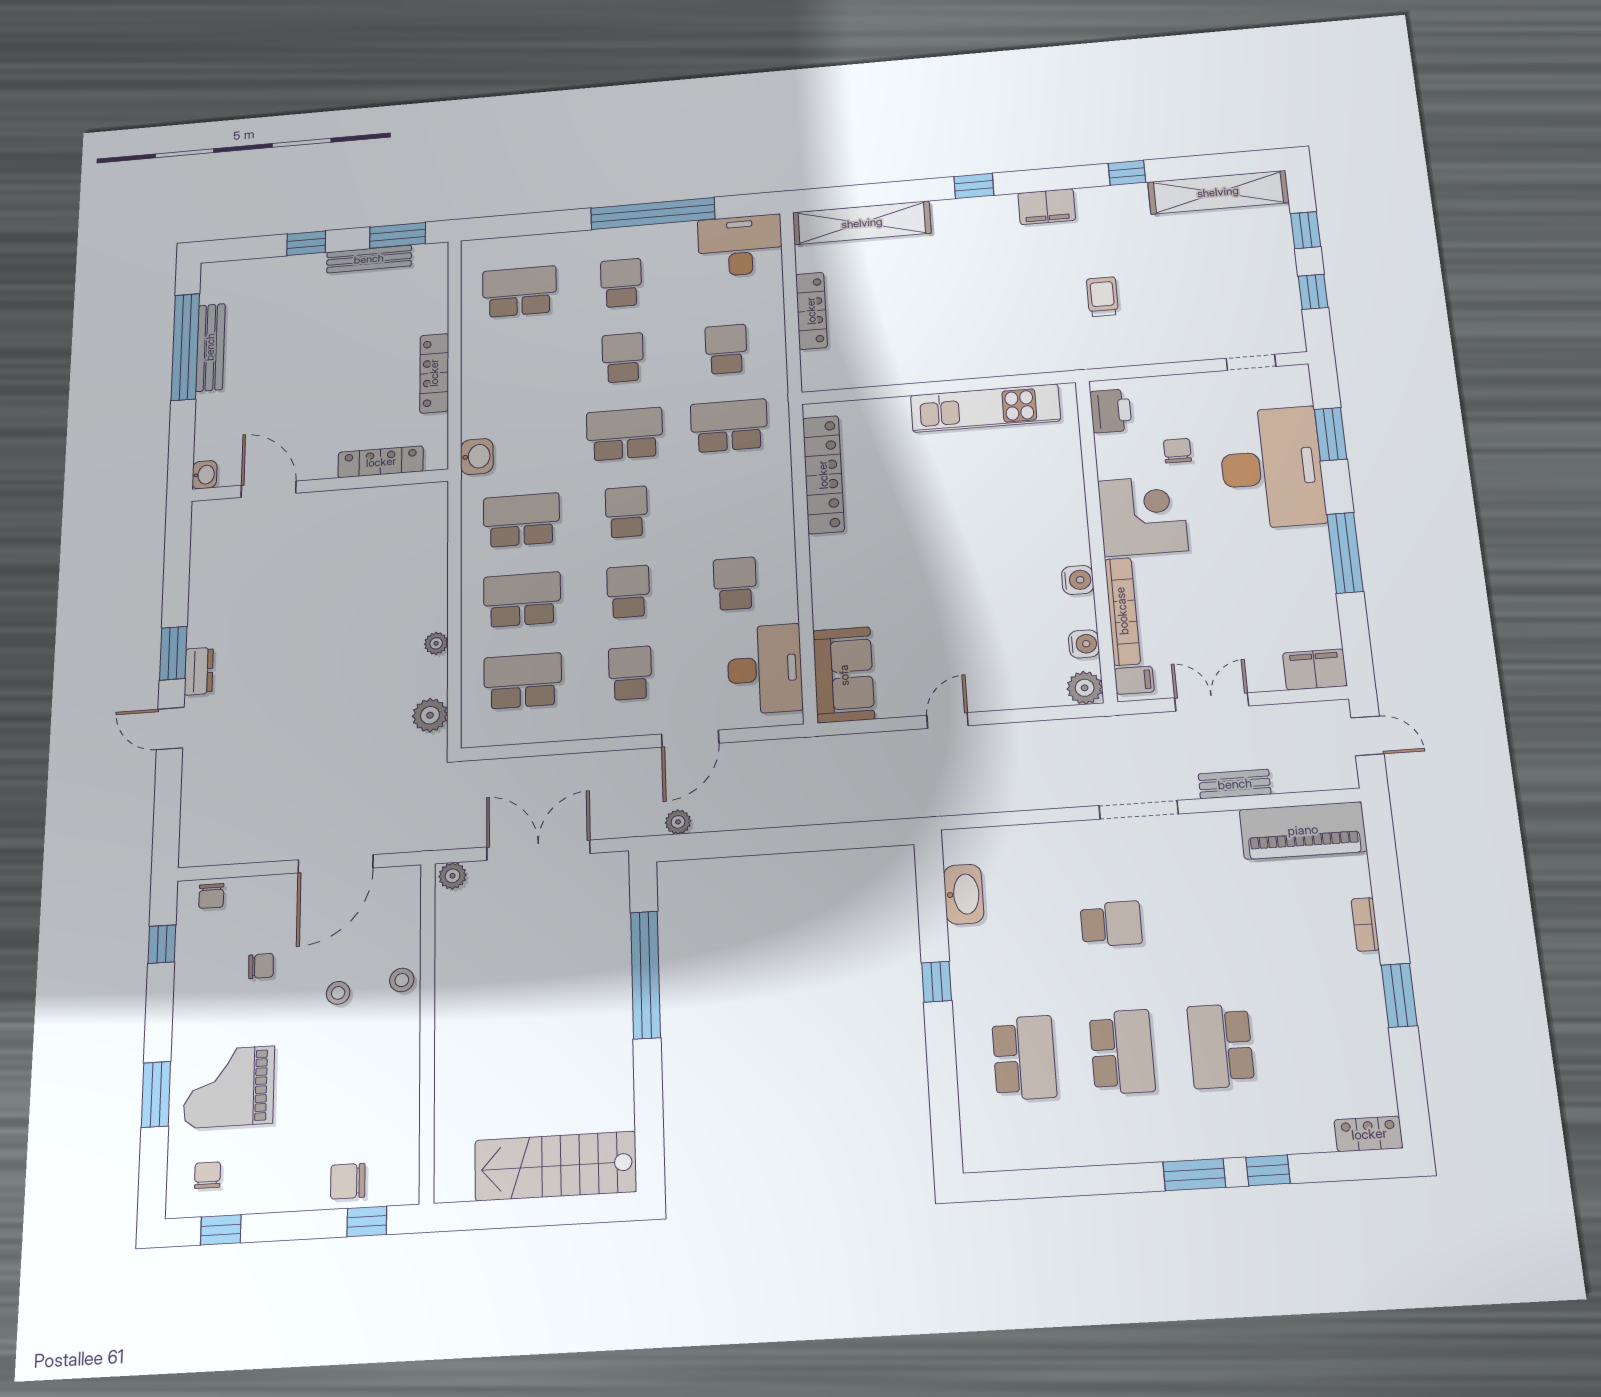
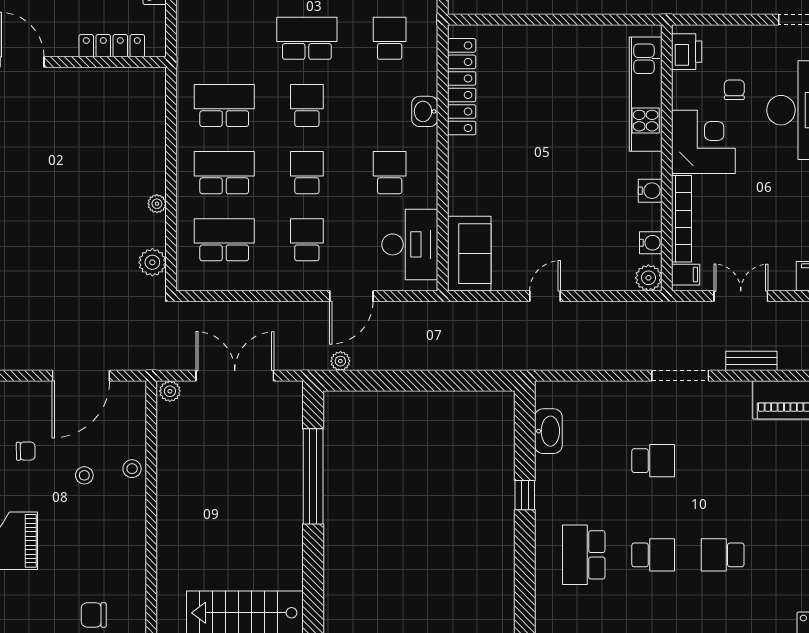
kitchen unit: (985, 408) -> (646, 94), moved, turned 90
school desk: (729, 426) -> (390, 38), width x0.54
washbasin: (477, 456) -> (425, 111), moved, turned 180
school desk: (1221, 1046) -> (723, 555), width x0.54
school desk: (1122, 1052) -> (653, 555), width x0.54
school desk: (1024, 1058) -> (584, 555), turned 180

